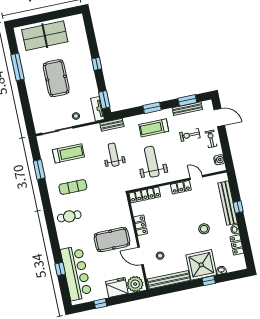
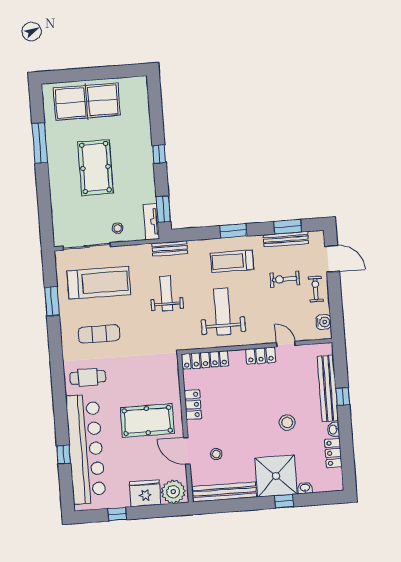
treadmill: (68, 153) -> (99, 283), width x1.37, depth x1.38
bar counter: (76, 273) -> (86, 449), width x1.36

